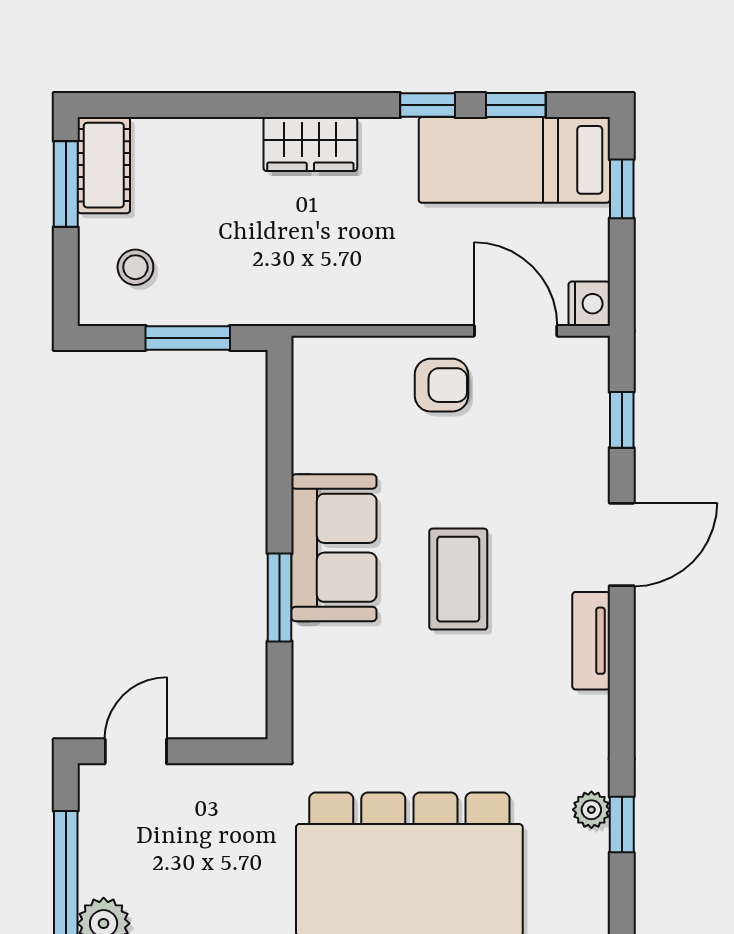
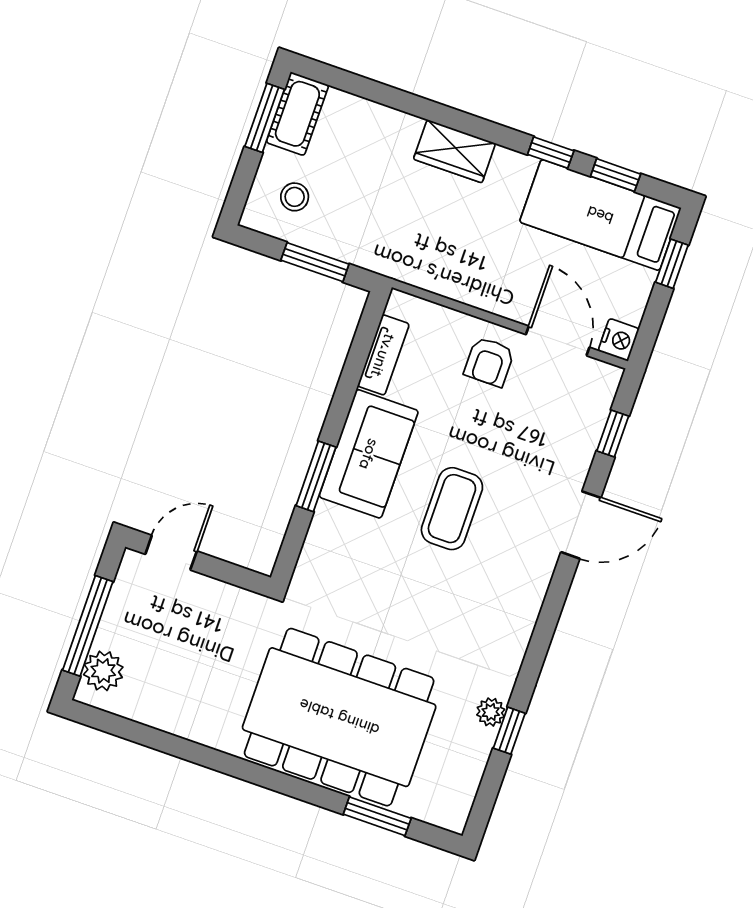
armchair: (441, 385) -> (489, 362), turned 90
tv unit: (591, 641) -> (383, 355), moved, turned 180

